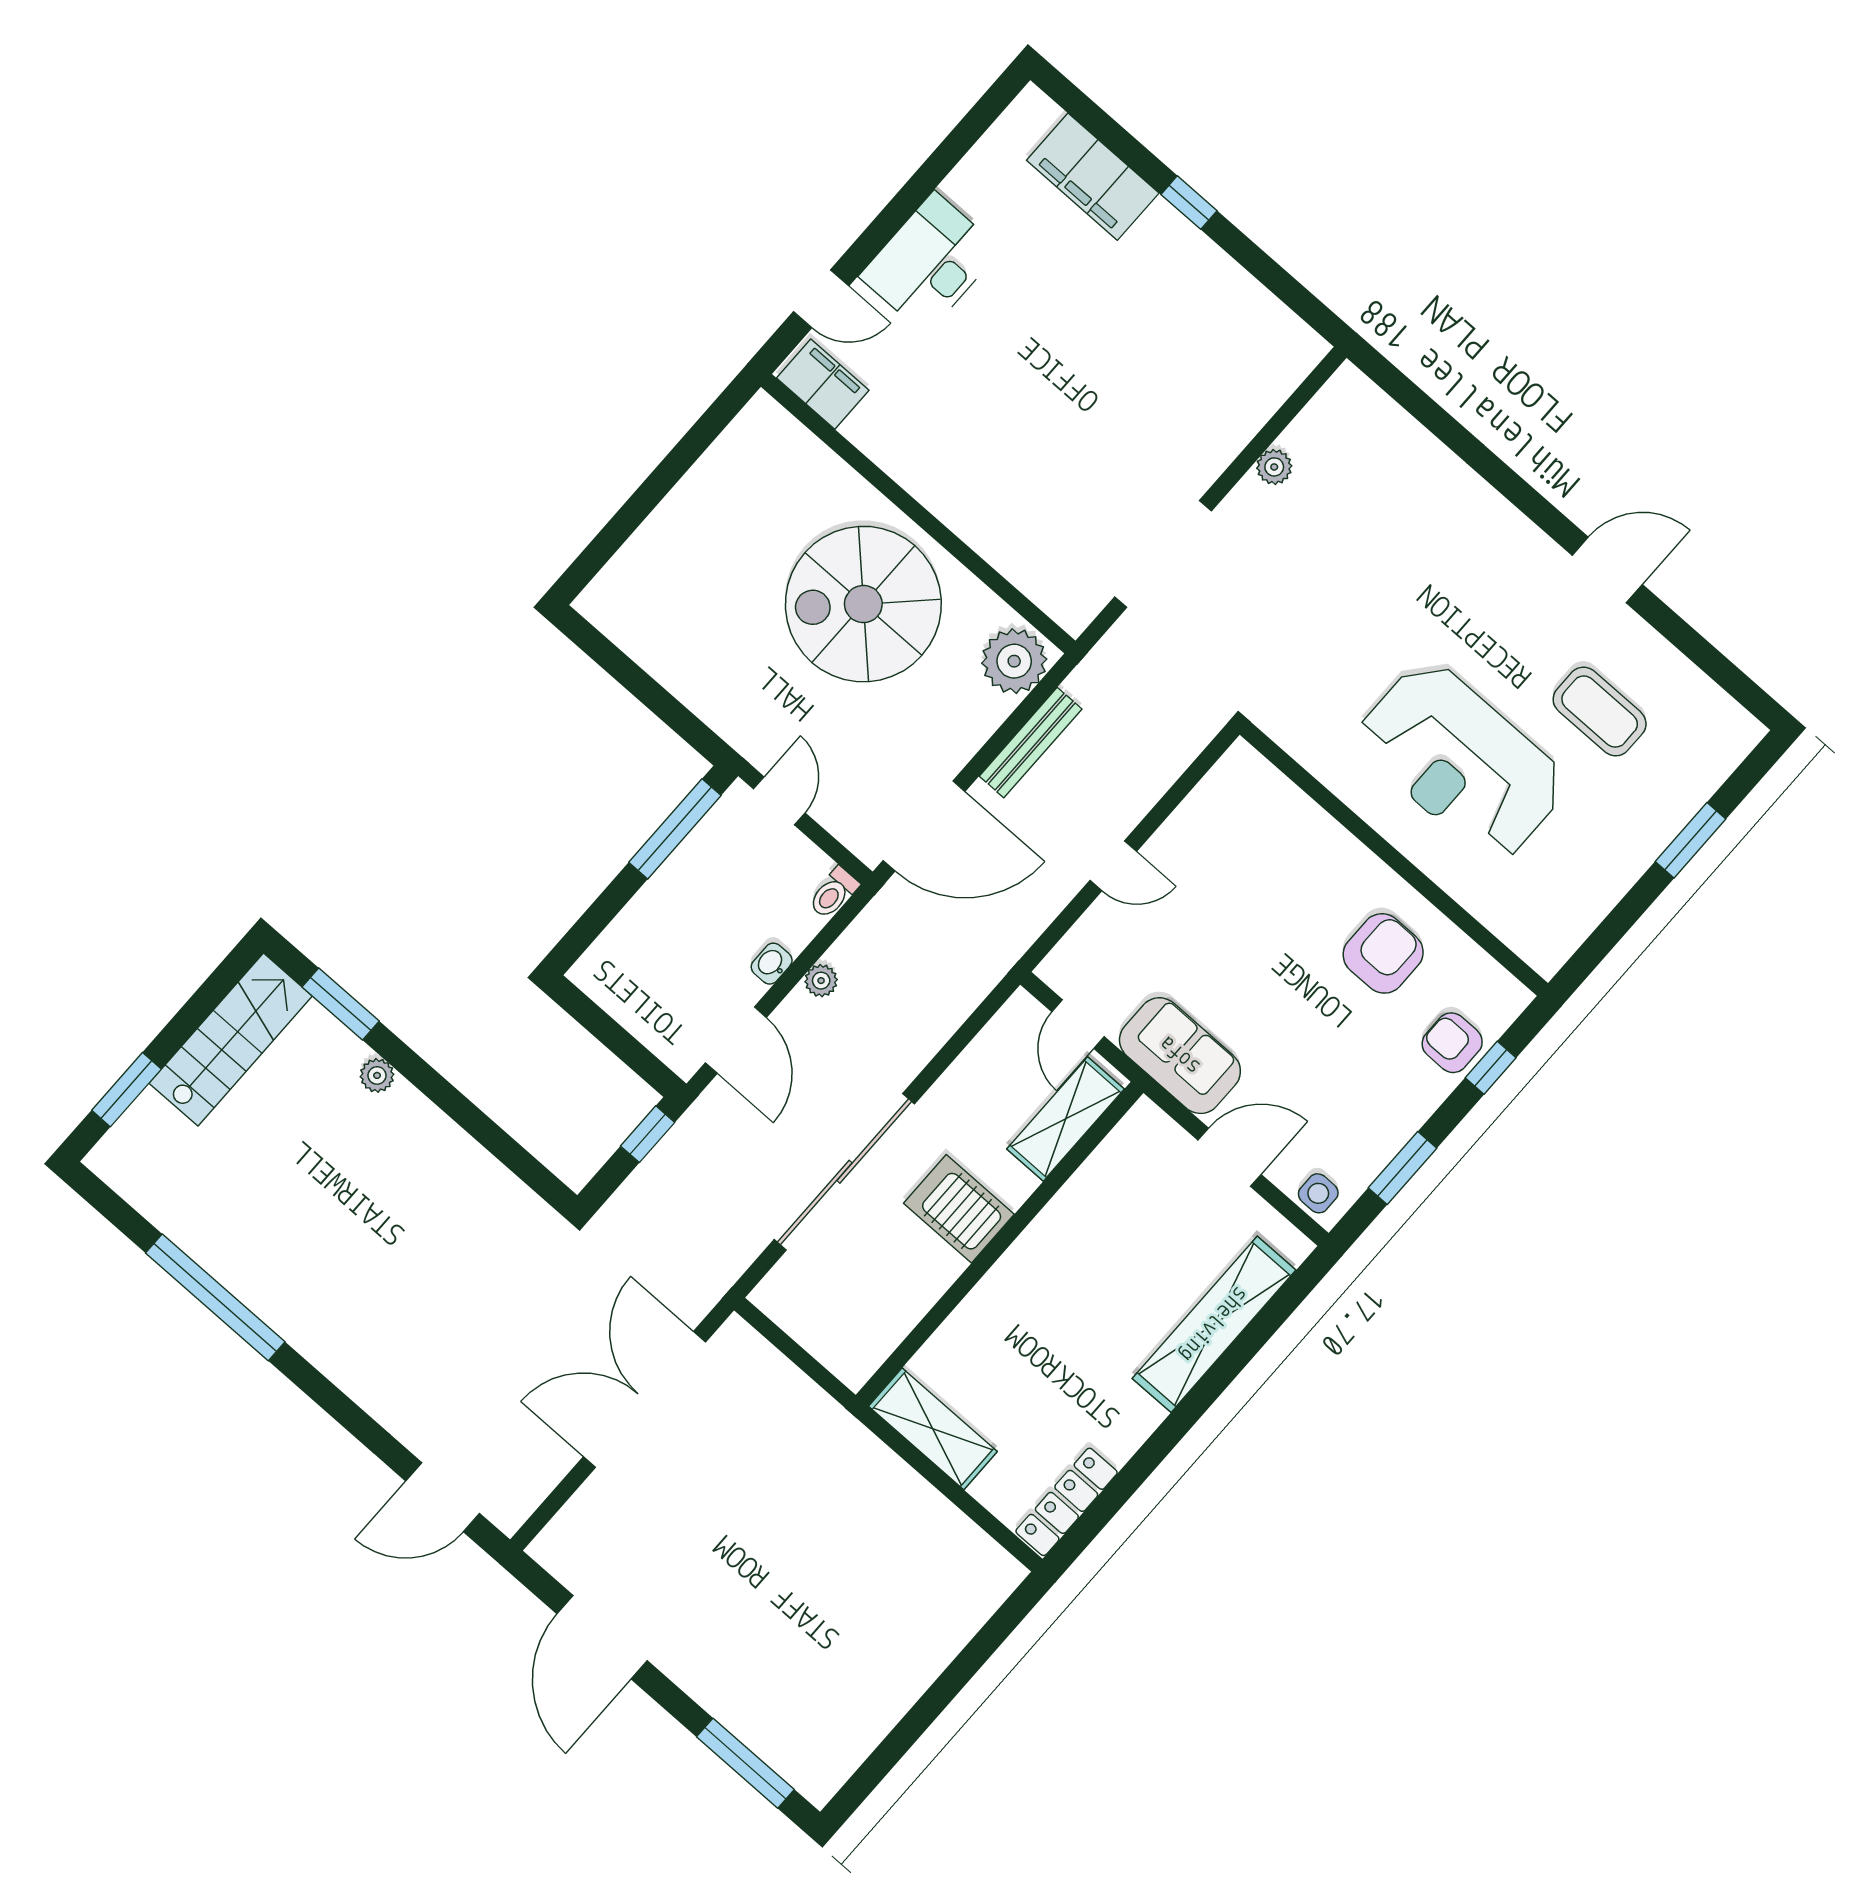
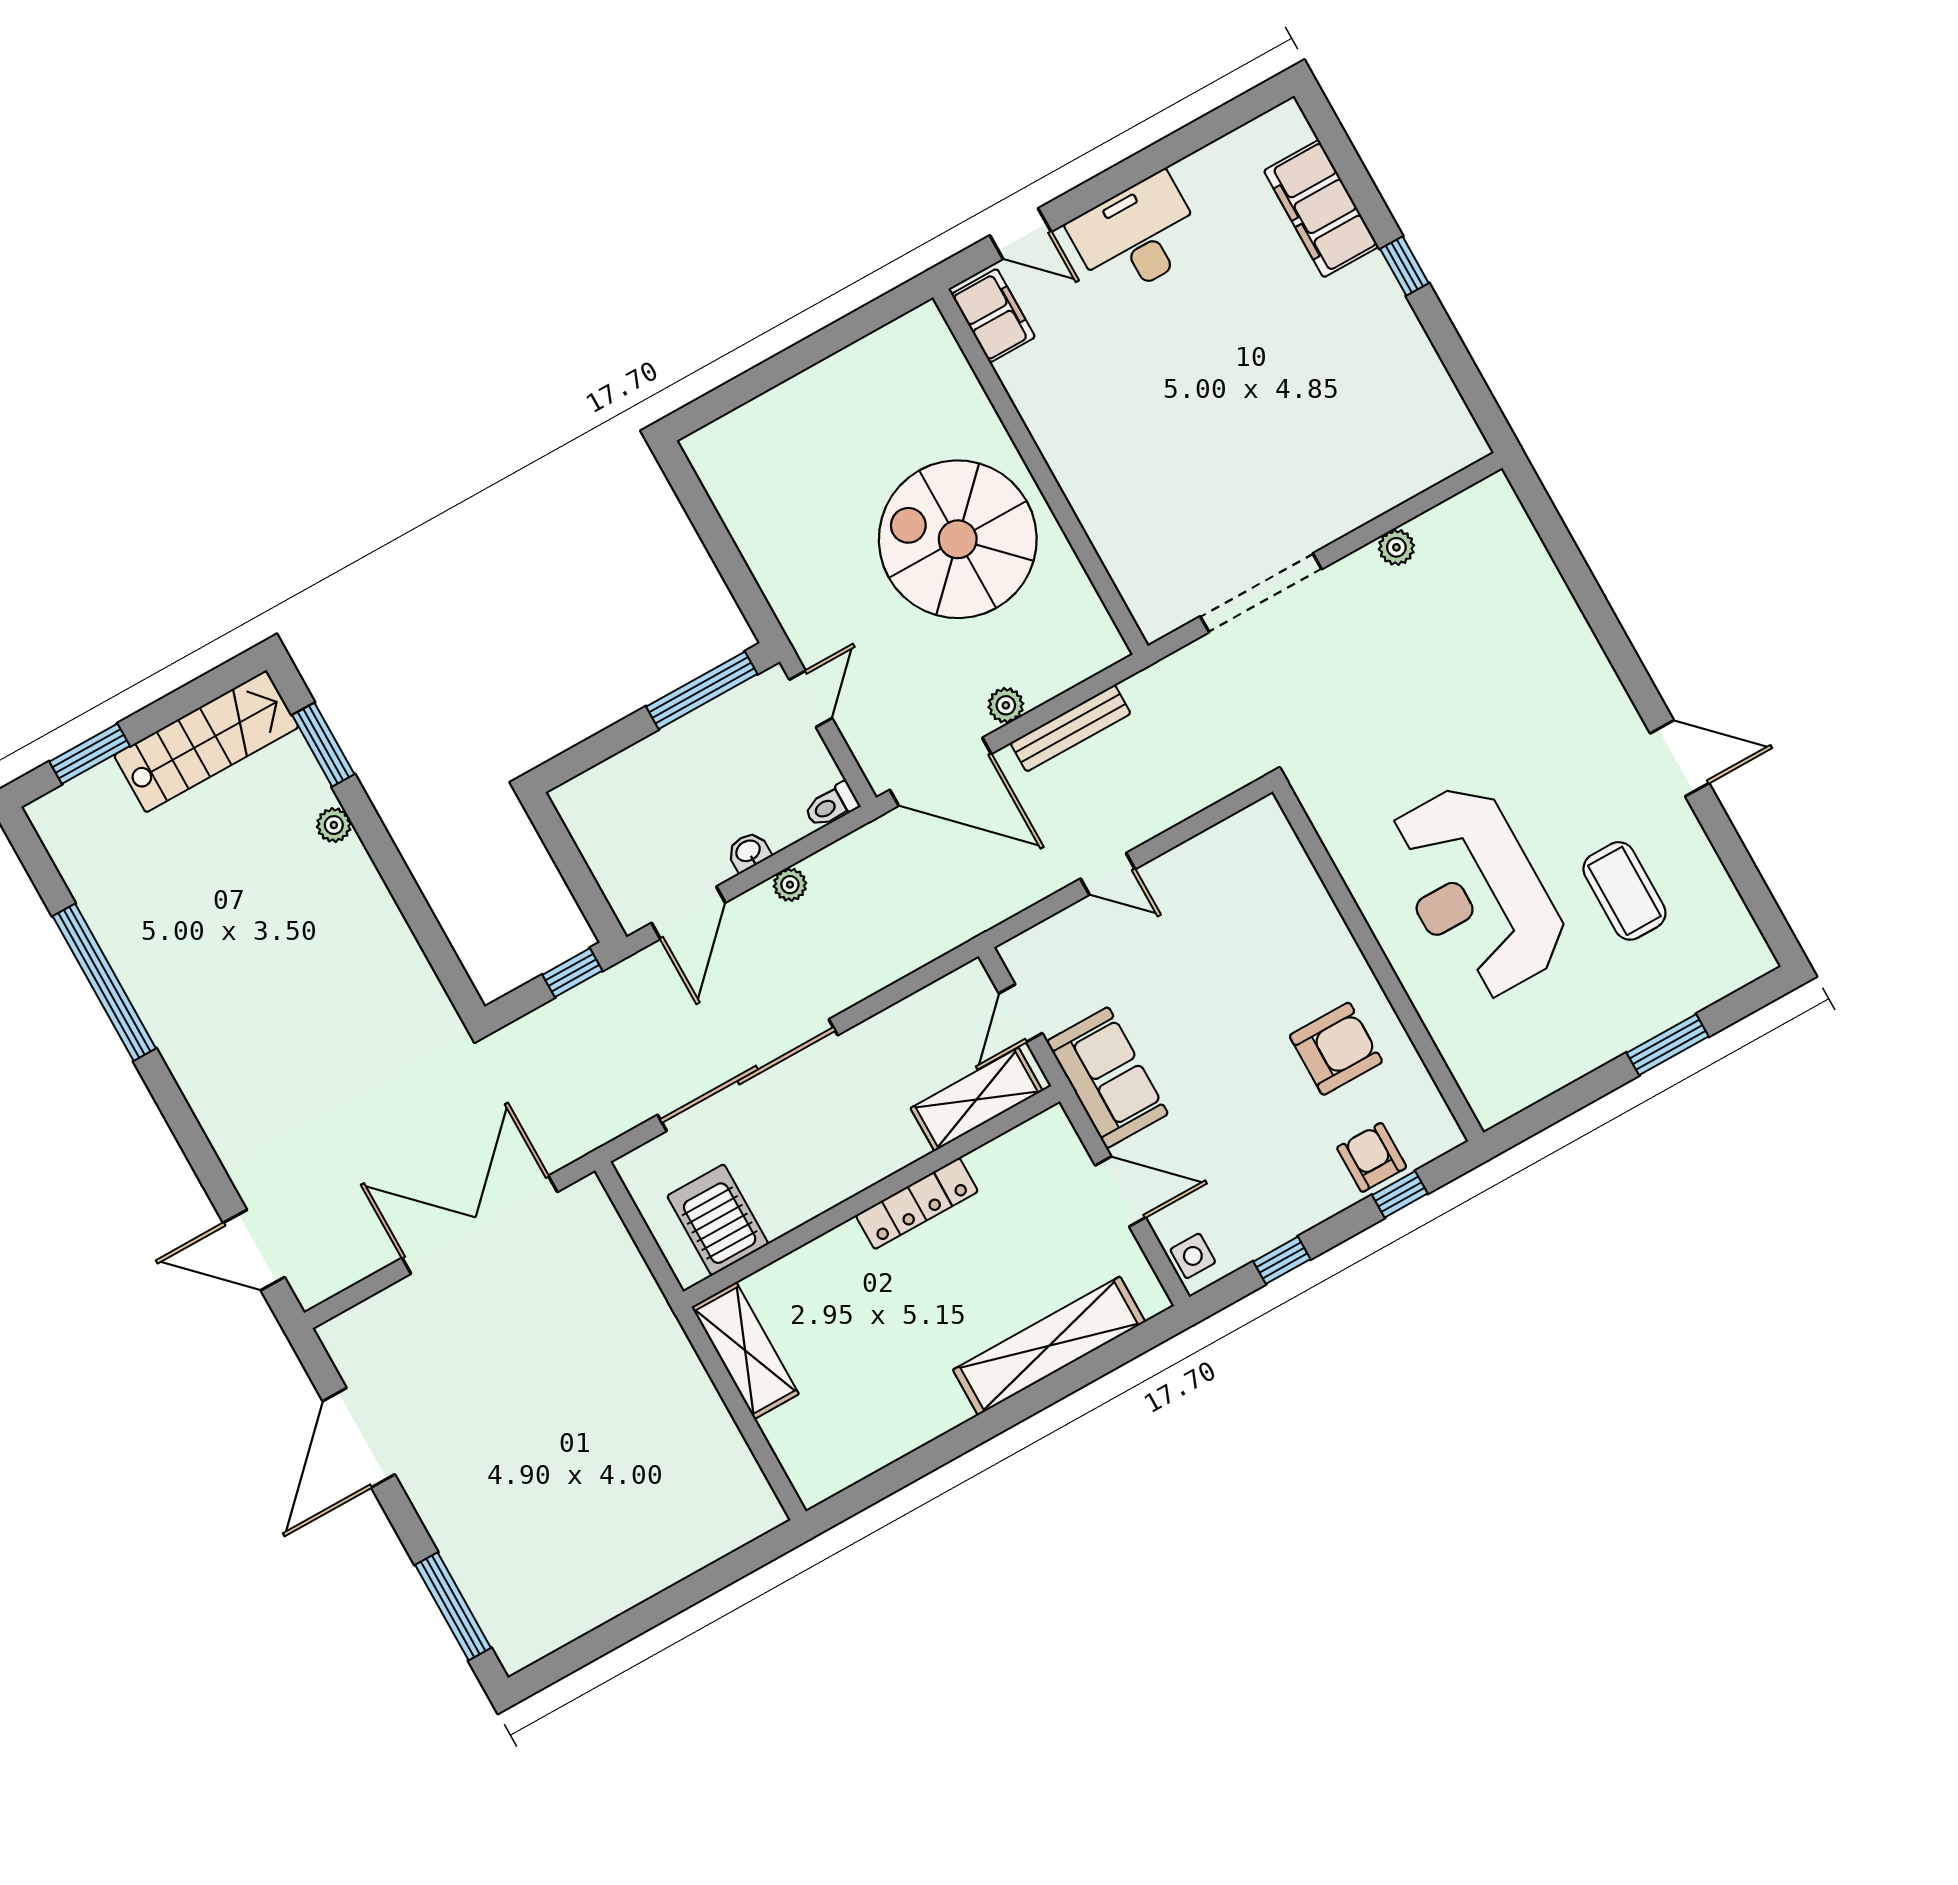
plant: (1014, 661) -> (1006, 705), moved, width x0.53, depth x0.53
window: (1403, 1168) -> (1282, 1260), width x0.67
server rack: (959, 1209) -> (718, 1220), moved
locker: (1067, 1502) -> (917, 1203), moved, turned 180

